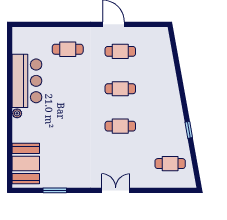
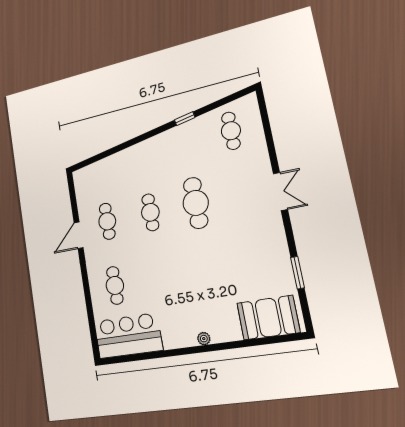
bar counter: (27, 81) -> (128, 336), moved
cafe table: (120, 126) -> (196, 203), width x1.37, depth x1.35
double door: (116, 190) -> (280, 192), swing flipped

